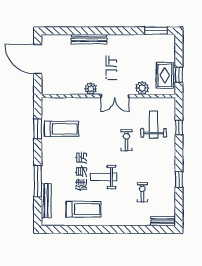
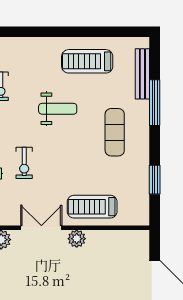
treadmill: (61, 129) -> (92, 207), moved
exercise mat: (65, 161) -> (115, 132), added

